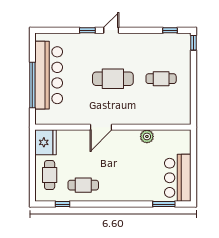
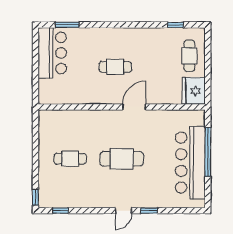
plant: (147, 136) -> (85, 97), removed
cafe table: (83, 185) -> (115, 67), moved

